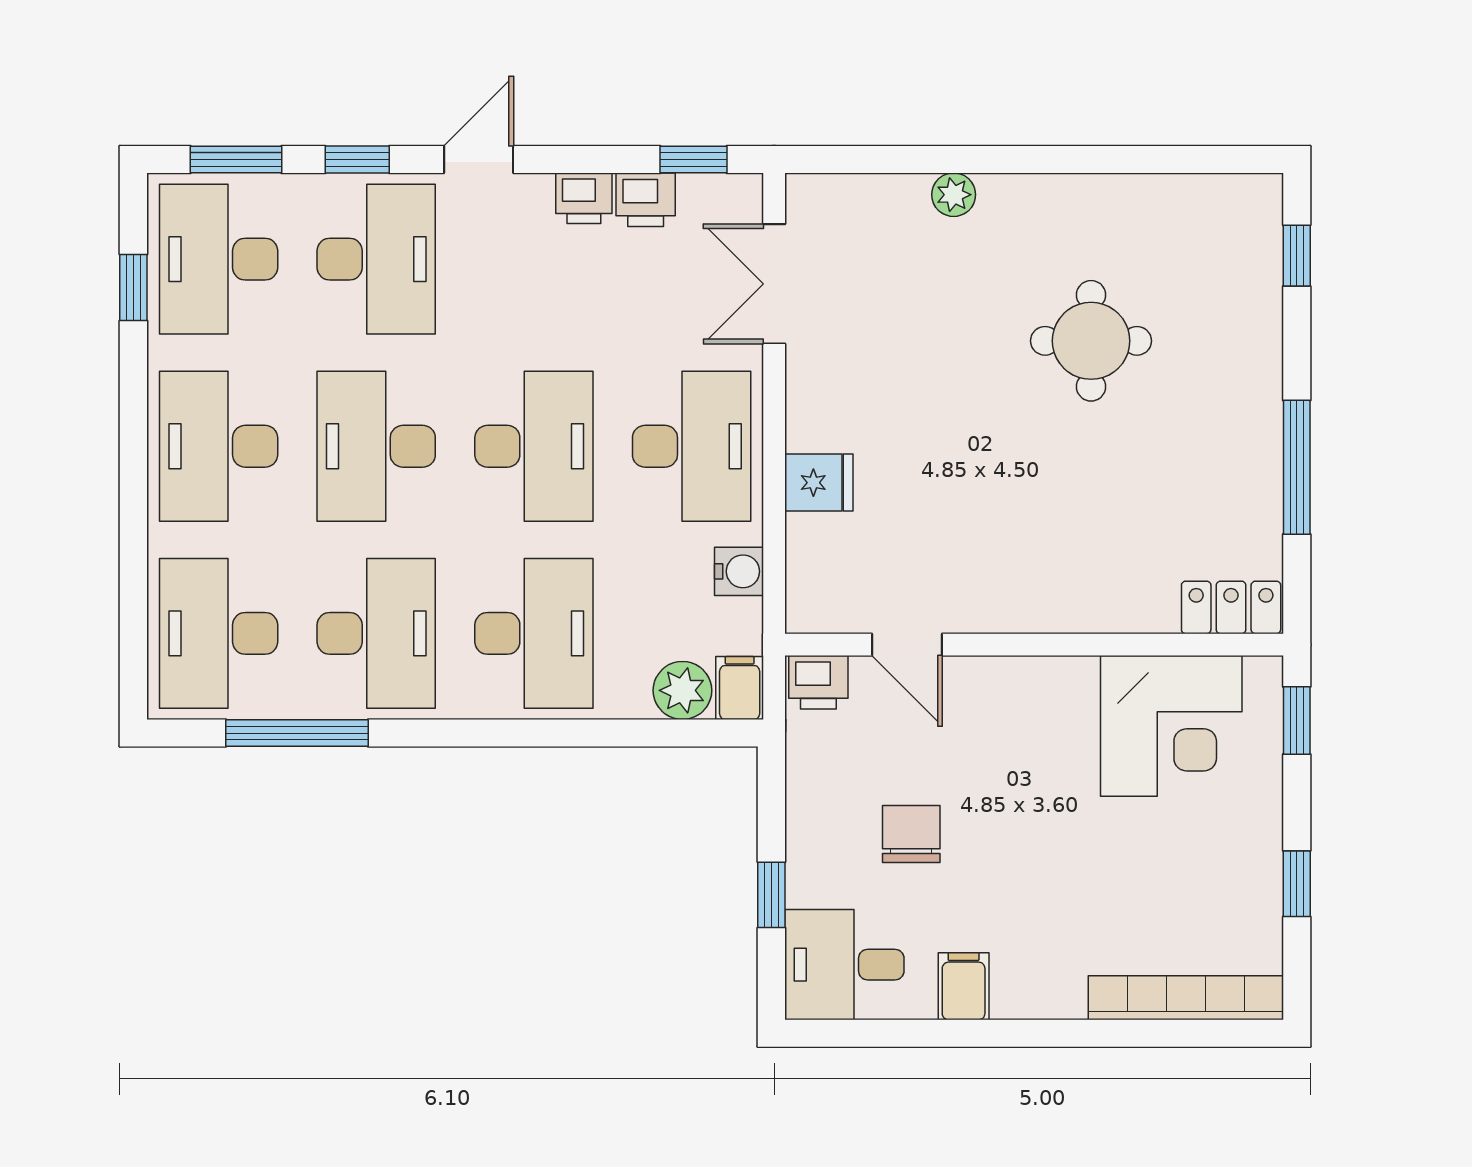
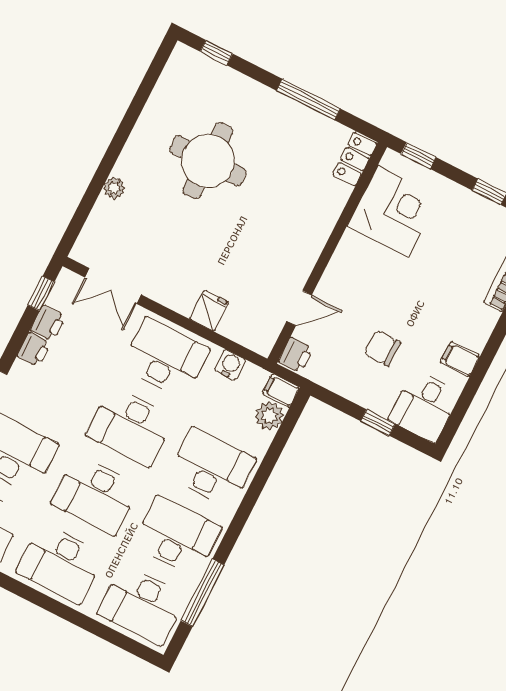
round table: (1091, 341) -> (208, 161), width x1.36, depth x1.36
desk: (534, 446) -> (130, 426), turned 180

